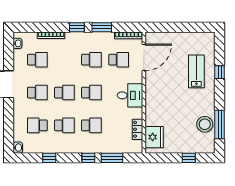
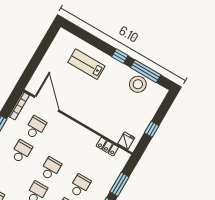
window: (220, 72) -> (120, 56), moved
desk: (130, 95) -> (73, 136), removed
fridge: (154, 137) -> (126, 141), width x0.53, depth x0.75
window: (189, 158) -> (152, 129), moved

